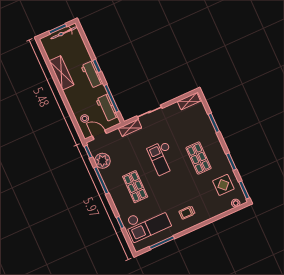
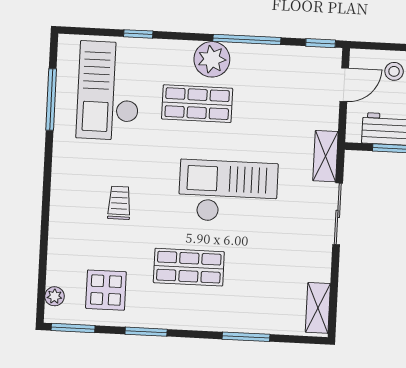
checkout: (162, 158) -> (228, 192), width x1.36, depth x1.21
plant: (102, 161) -> (212, 59), moved
trolley: (187, 213) -> (119, 203), moved

